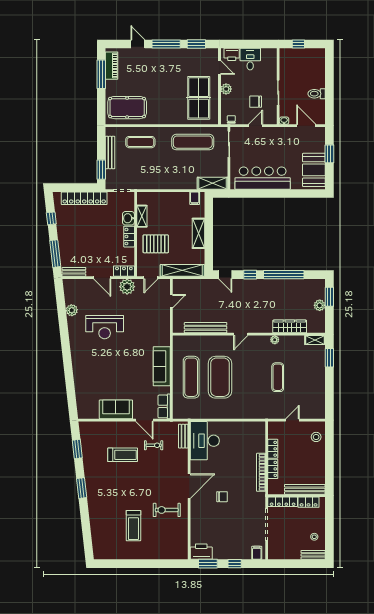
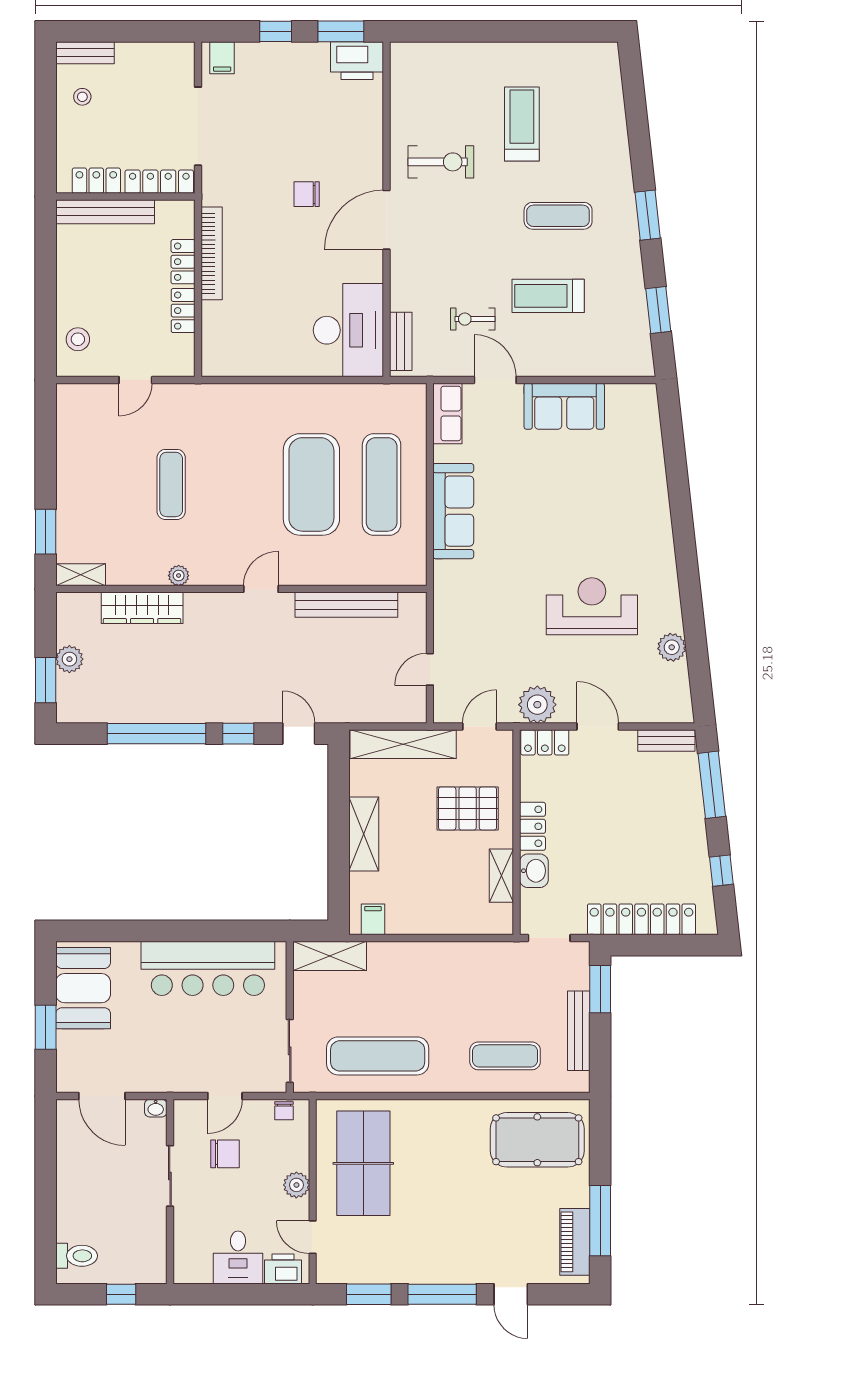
toilet: (317, 94) -> (77, 1256), moved
exercise mat: (119, 488) -> (558, 216), added

